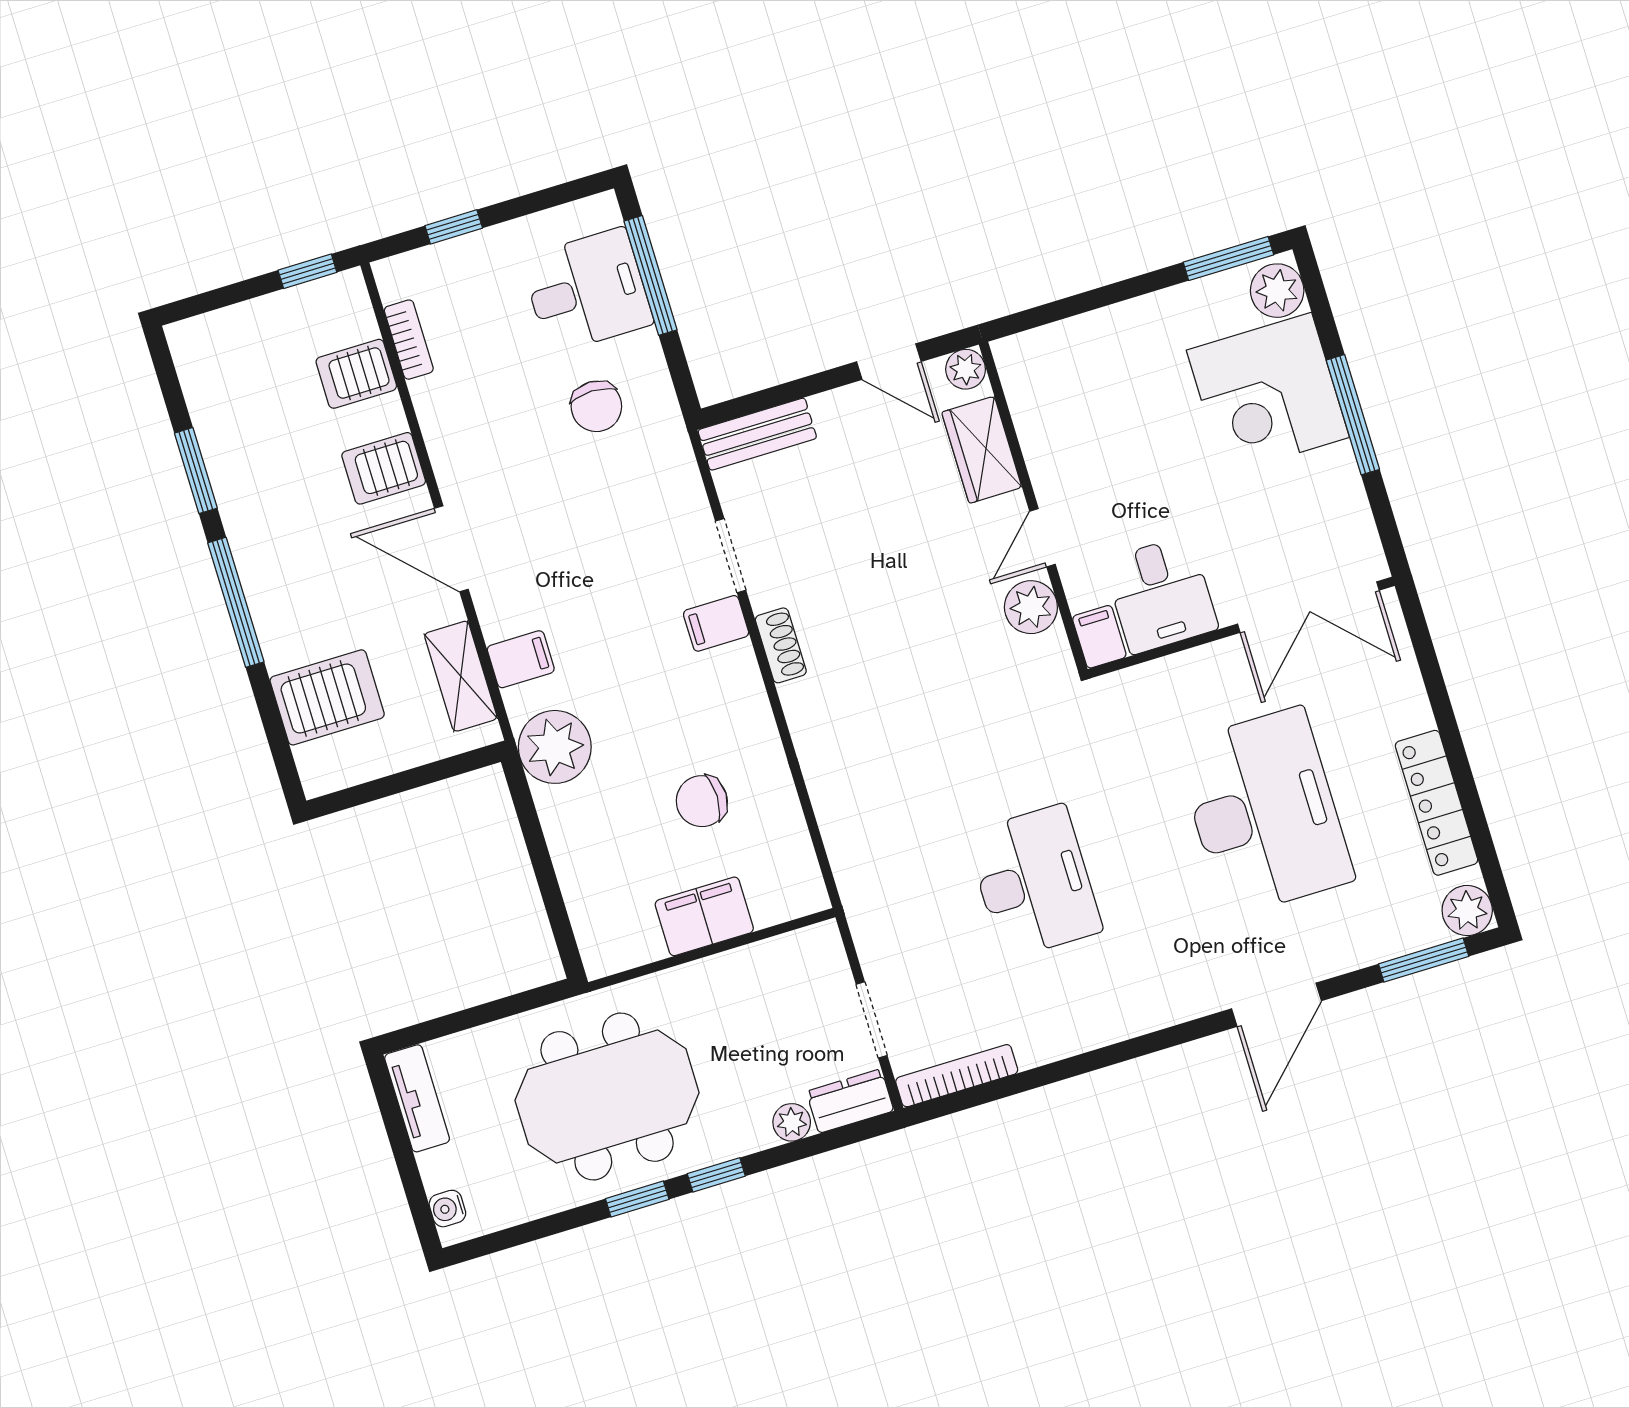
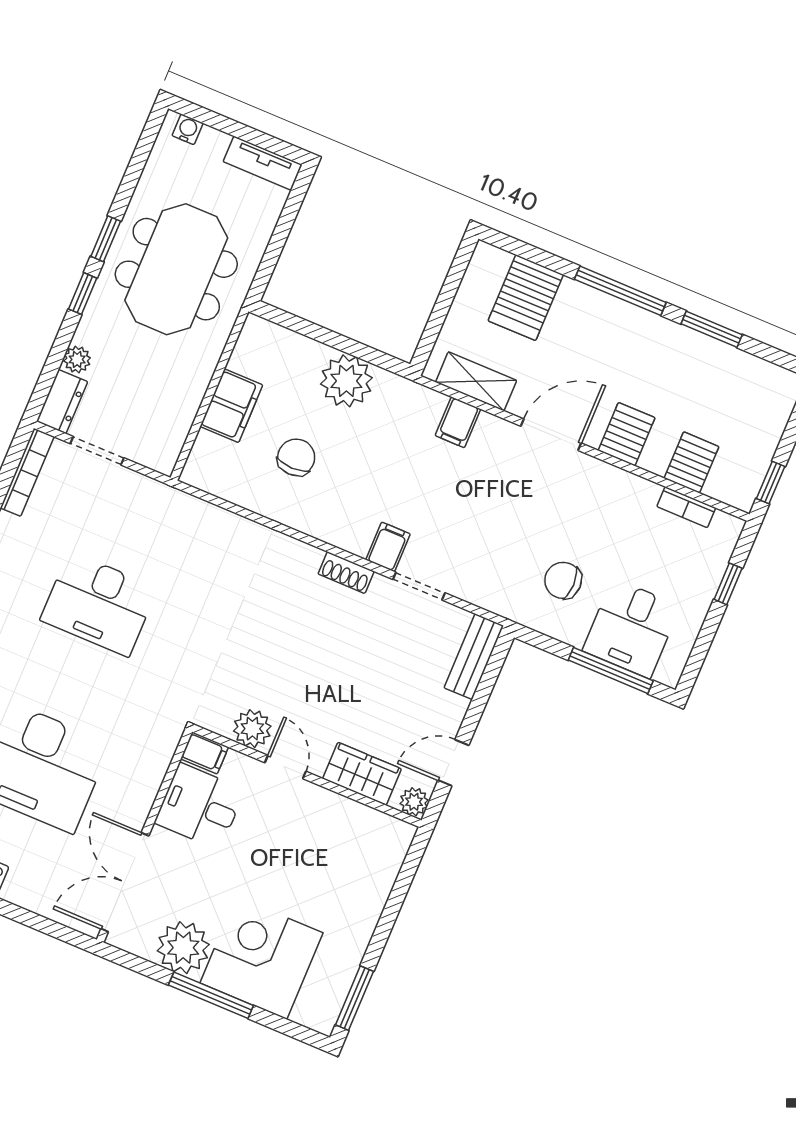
plant: (1277, 291) -> (183, 948), moved, width x1.36, depth x1.36
plant: (555, 747) -> (346, 381), moved

